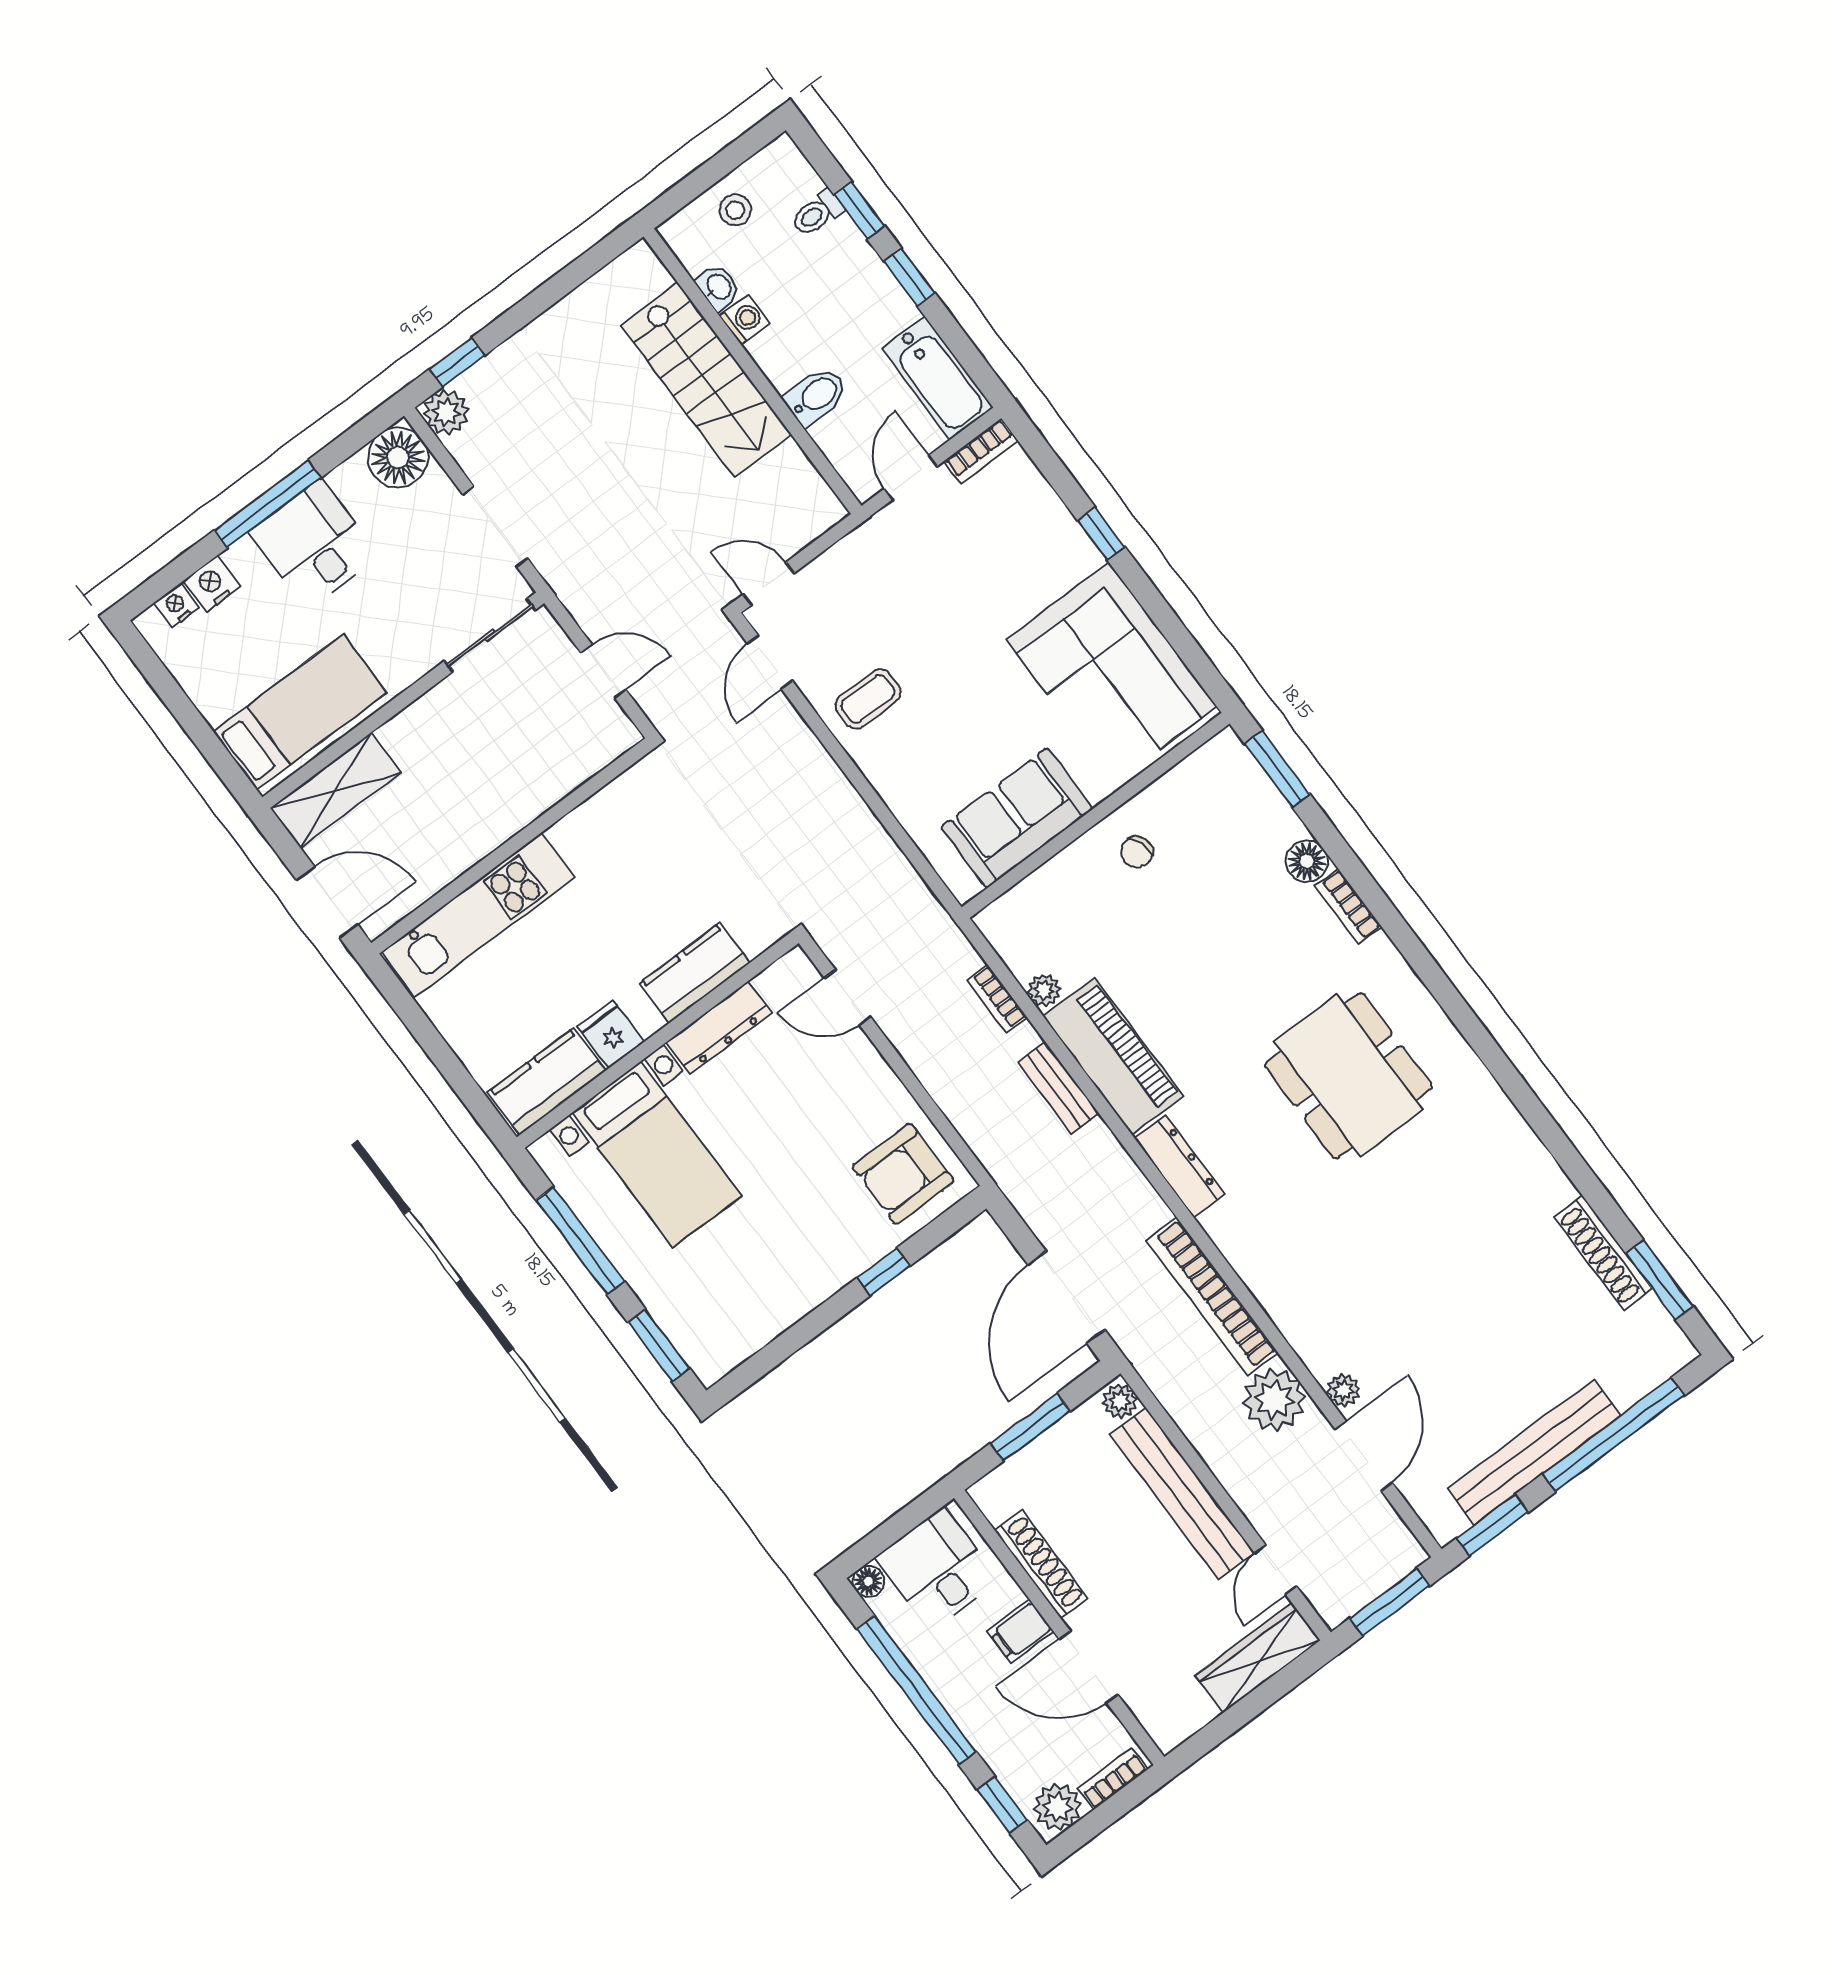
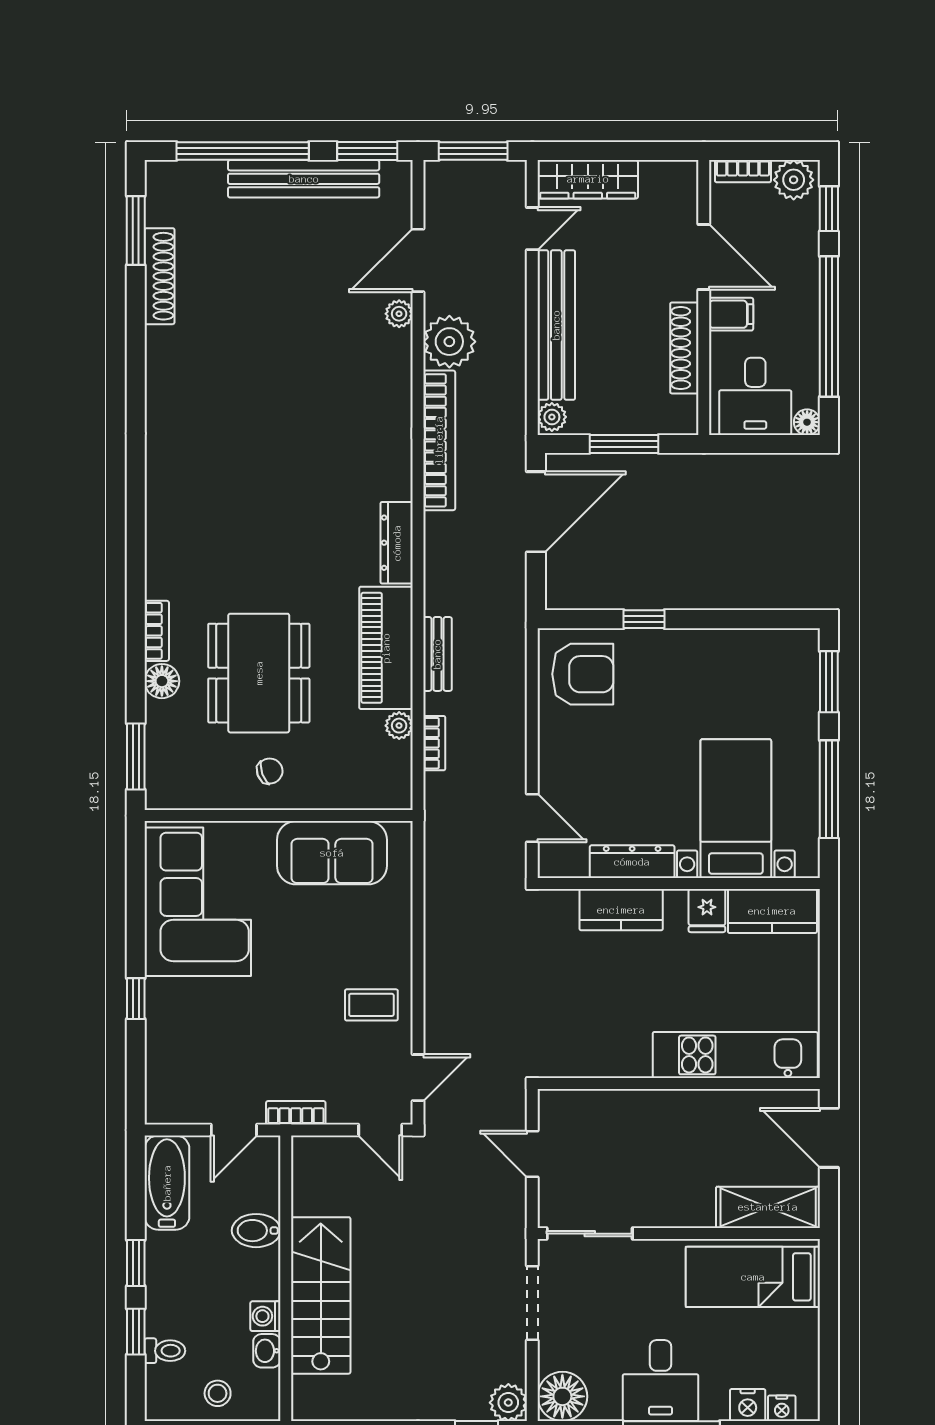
bookcase: (981, 451) -> (296, 1113), moved
dining table: (1348, 1076) -> (259, 673), moved

